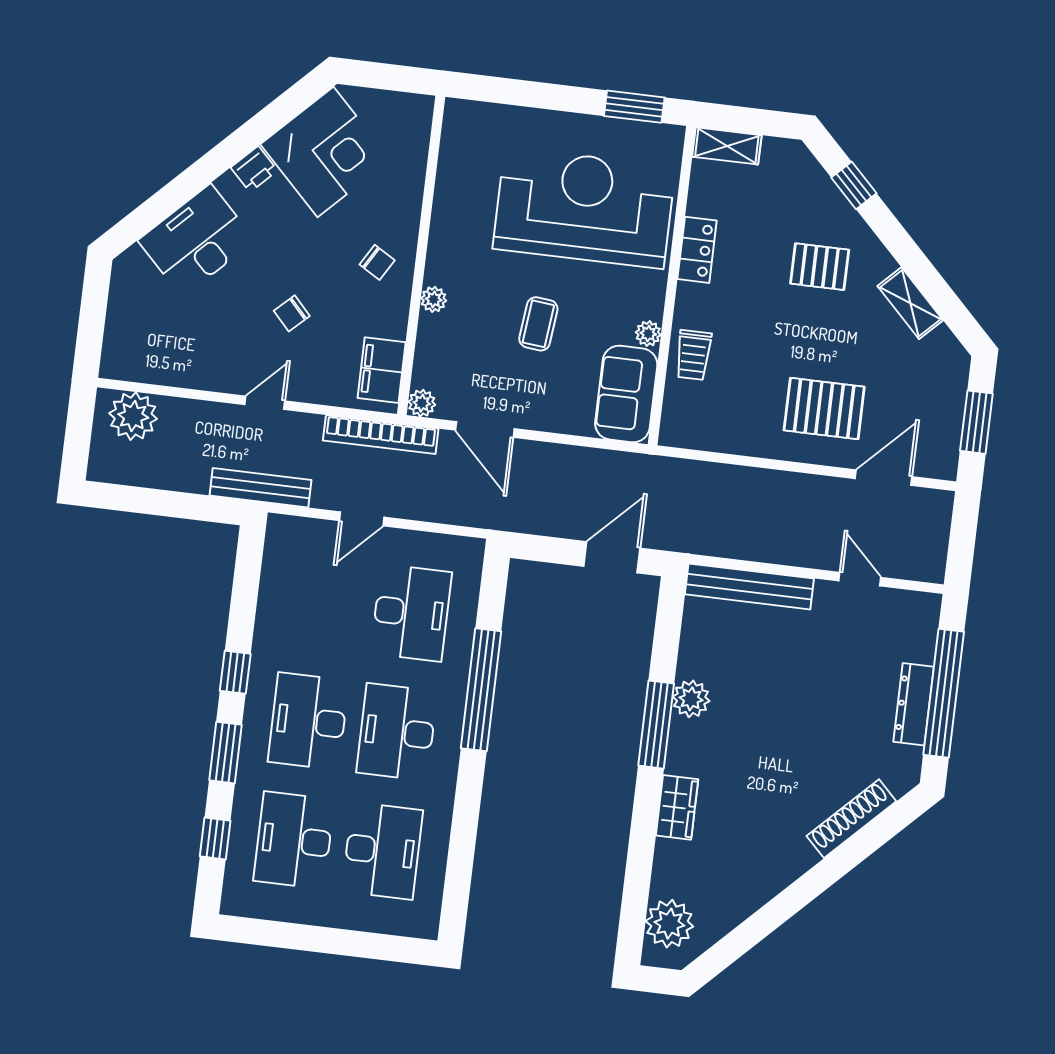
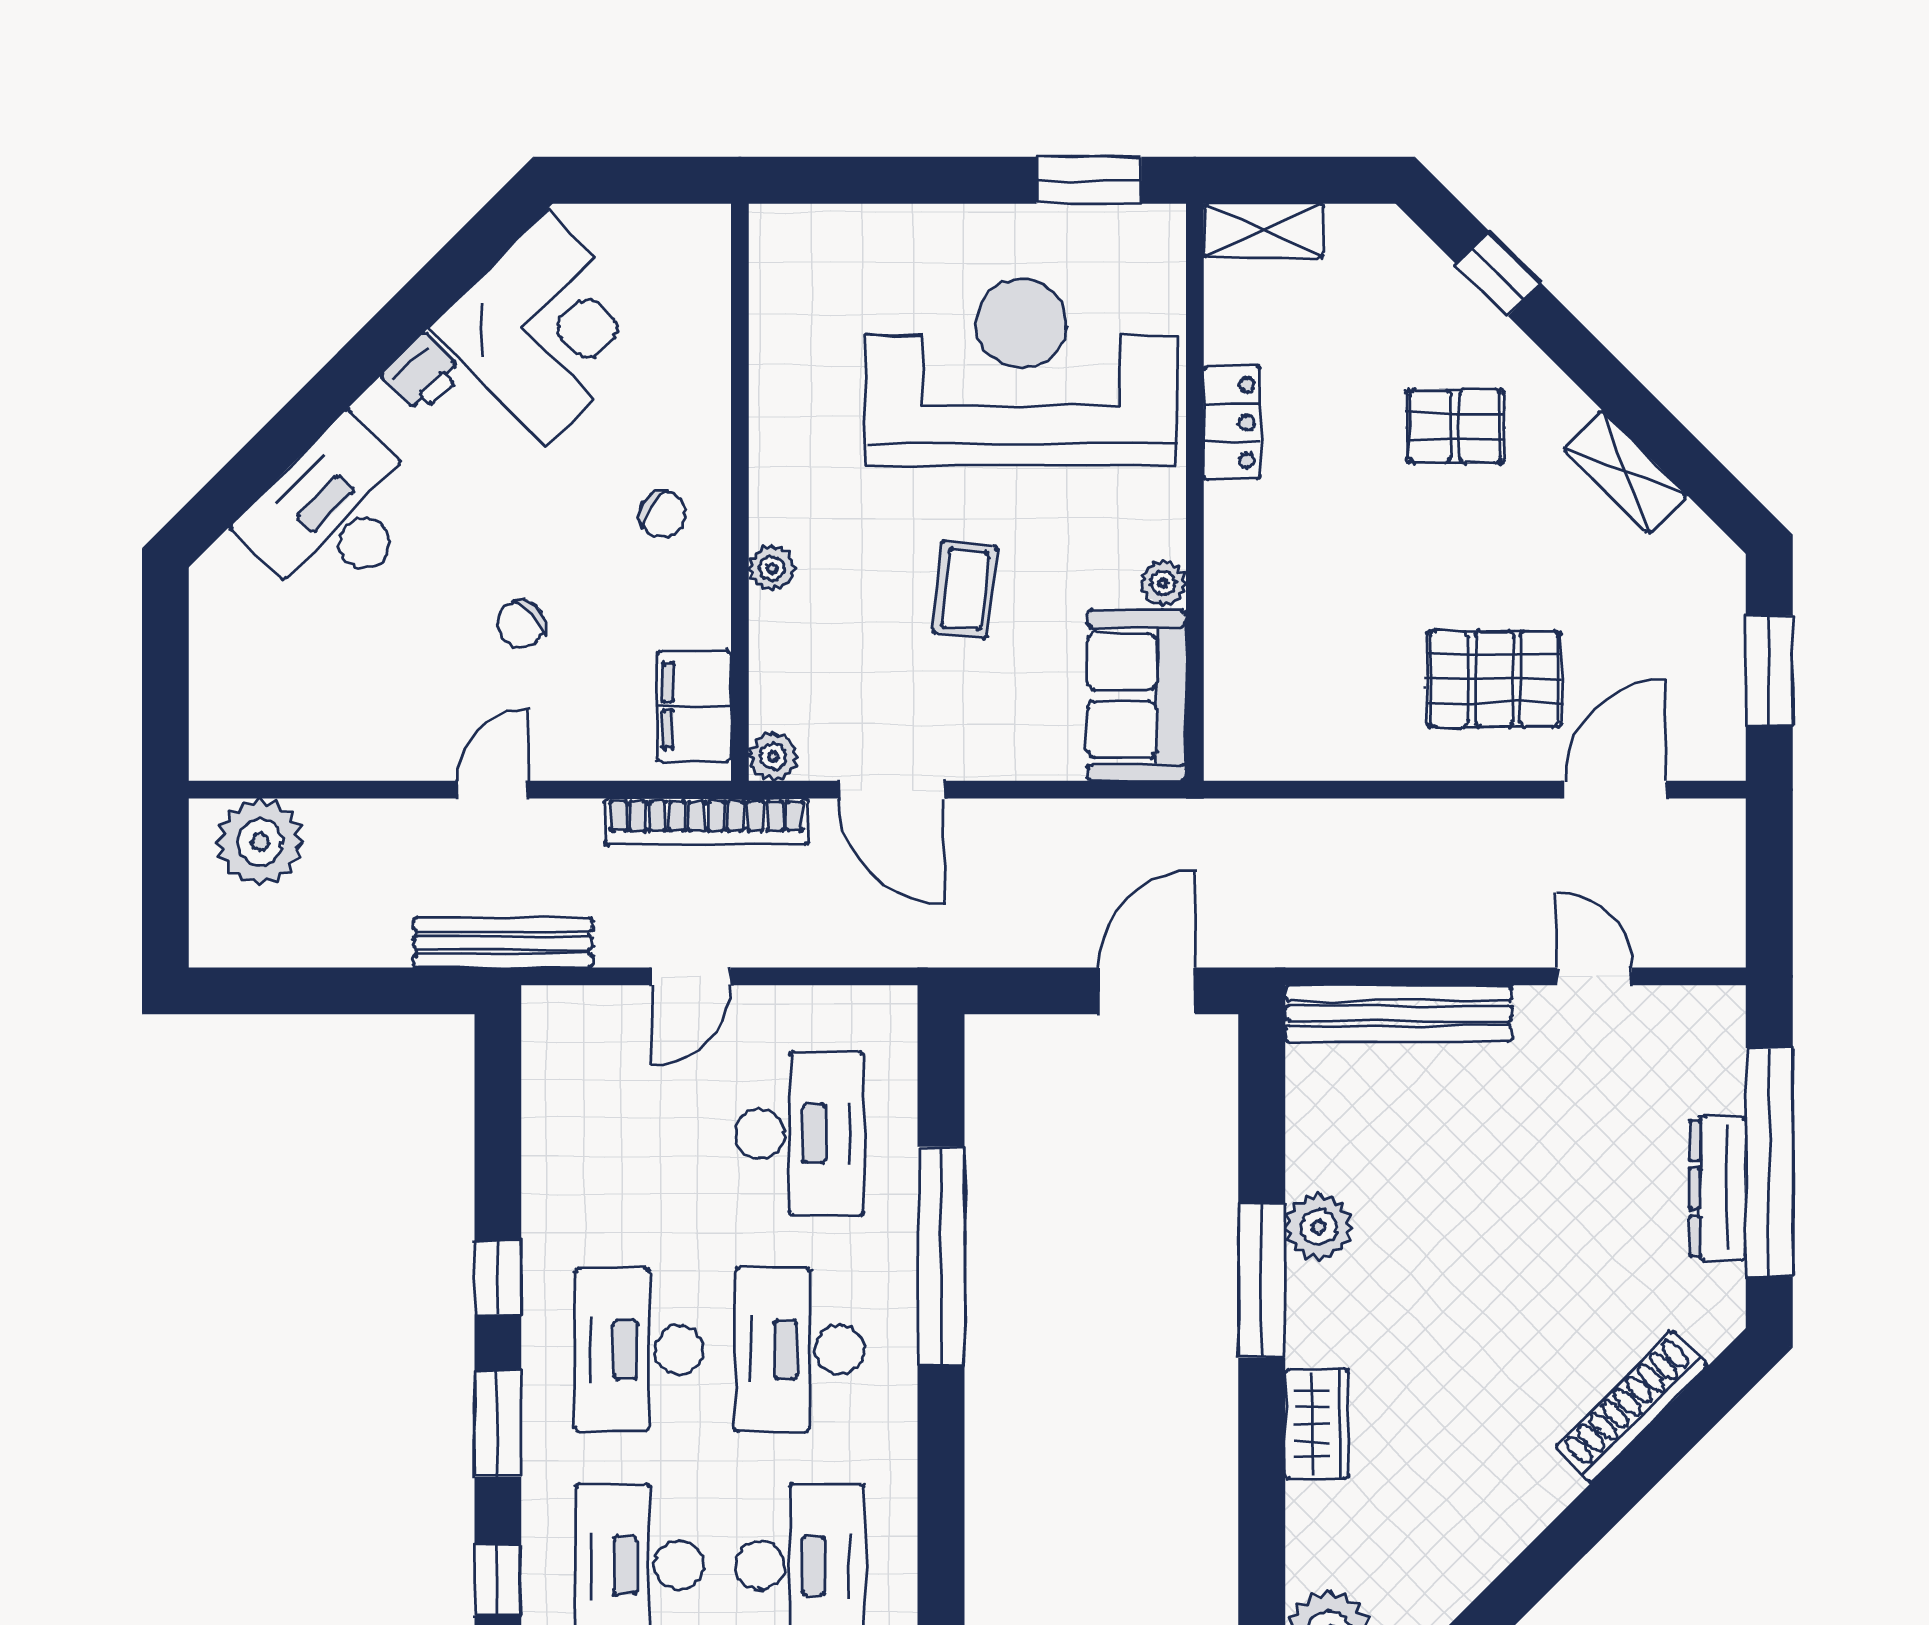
trolley: (693, 355) -> (1248, 611), removed

